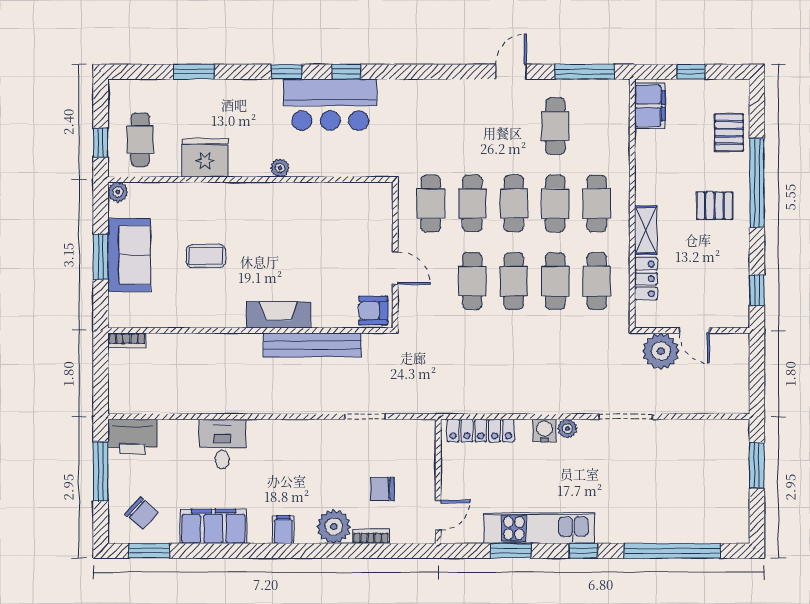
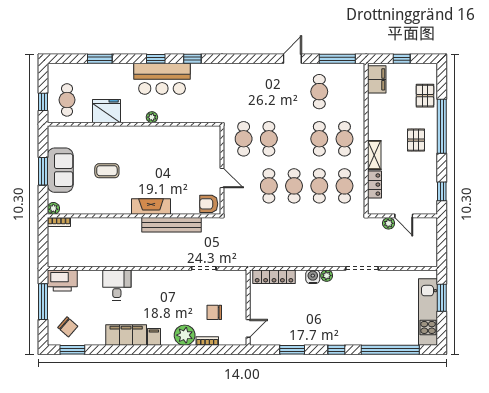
bar counter: (330, 105) -> (162, 79), moved
plant: (118, 192) -> (53, 208), moved
cafe table: (514, 203) -> (294, 139), removed
pallet: (714, 206) -> (416, 140), turned 90
plant: (661, 351) -> (389, 223), width x0.53, depth x0.53
filing cabinet: (213, 526) -> (126, 335), moved
kitchen unit: (539, 528) -> (428, 312), moved, turned -90

